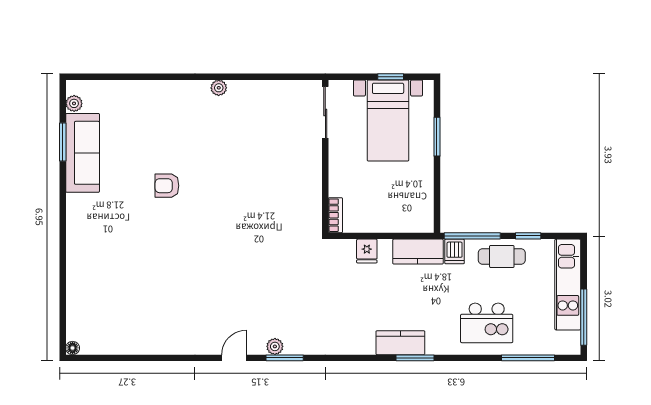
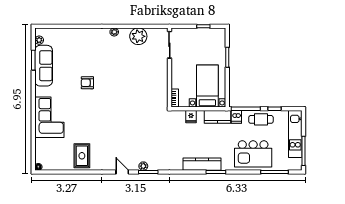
plant: (265, 96) -> (138, 36), added
bed with nightstands: (388, 120) -> (207, 86), moved, turned 180
corner sofa: (94, 252) -> (49, 117), added
kitchen island: (487, 323) -> (253, 154), width x1.37, depth x1.28
rug: (156, 327) -> (82, 156), added
kitchen counter: (400, 343) -> (202, 164), width x1.50
door: (234, 358) -> (122, 172), hinge flipped

